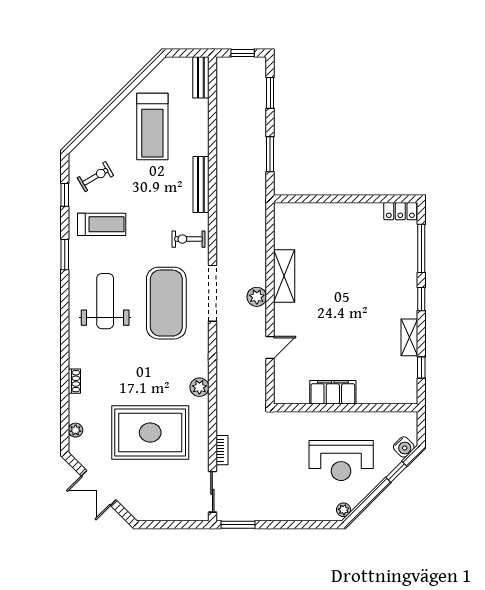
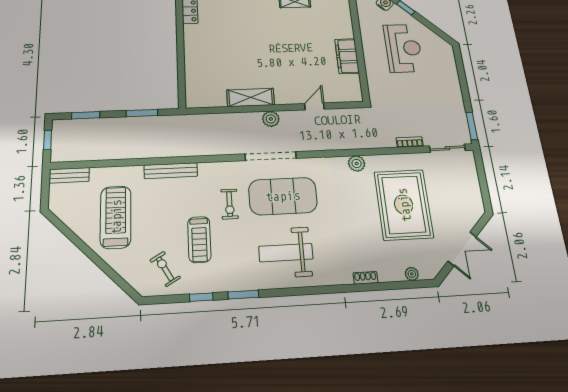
treadmill: (152, 127) -> (116, 217), turned -90
window: (65, 195) -> (201, 297), moved
treadmill: (102, 224) -> (199, 239), moved, turned 180
exercise bike: (189, 239) -> (230, 204), moved
door: (270, 347) -> (314, 106), hinge flipped
plant: (344, 510) -> (443, 45), removed

